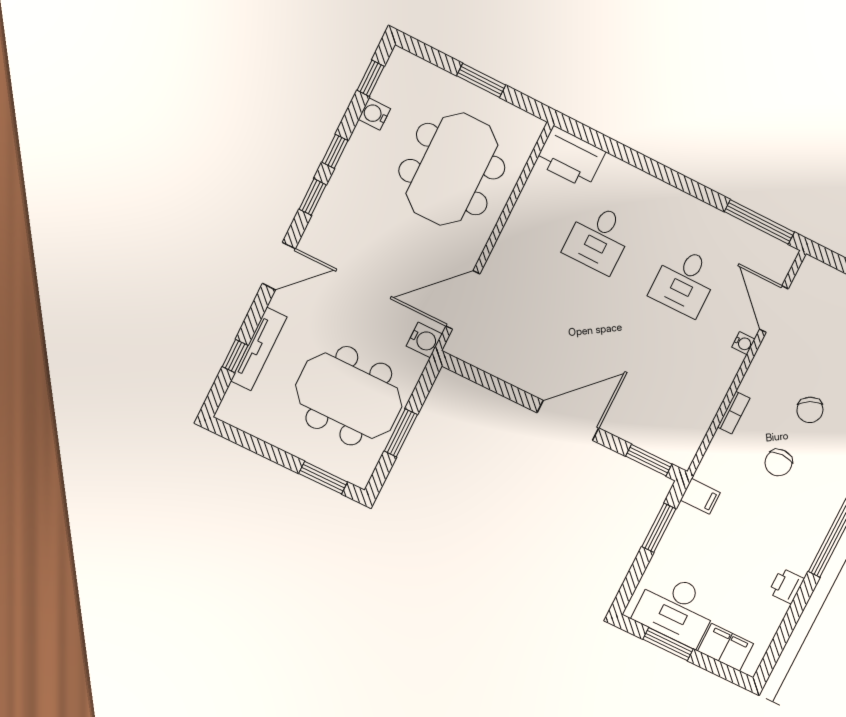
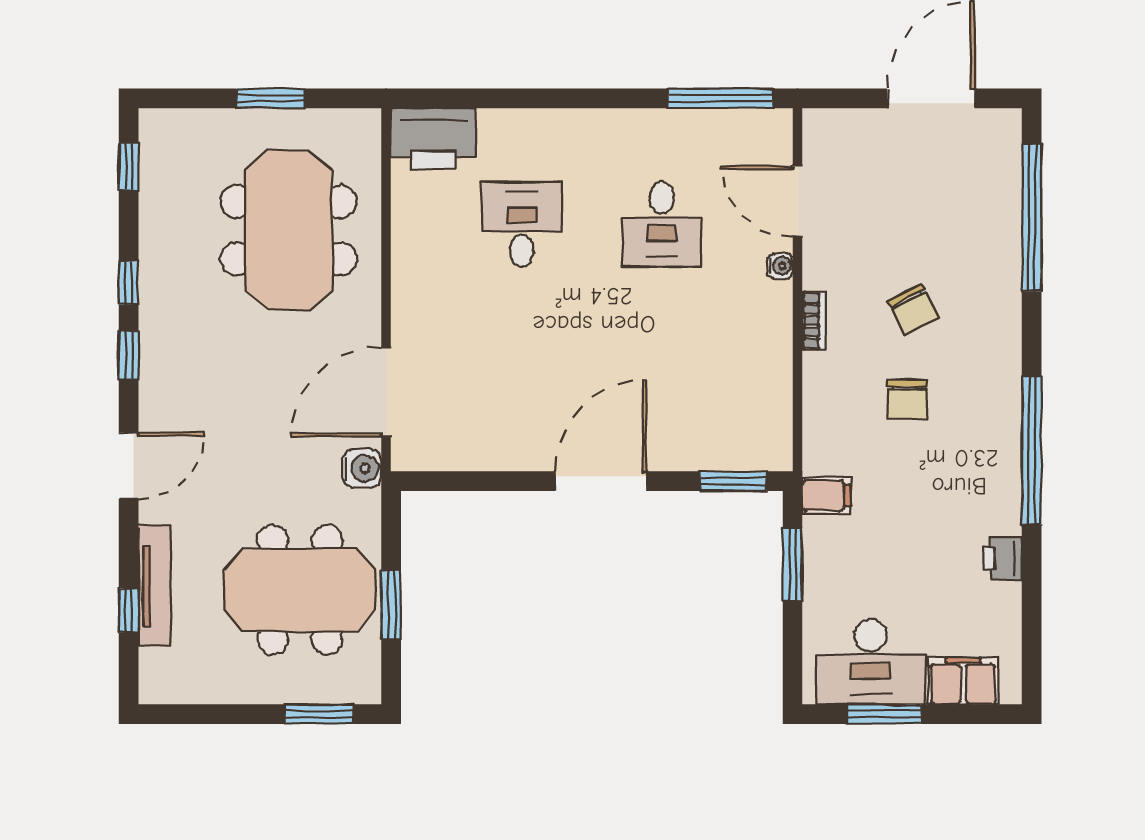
water cooler: (374, 114) -> (156, 210), removed
desk: (598, 238) -> (522, 224), turned 180
bookcase: (734, 413) -> (814, 321), moved

